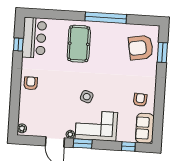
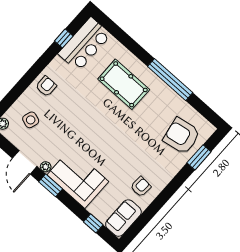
pool table: (79, 44) -> (124, 84), turned 90
side table: (87, 97) -> (31, 120), moved

